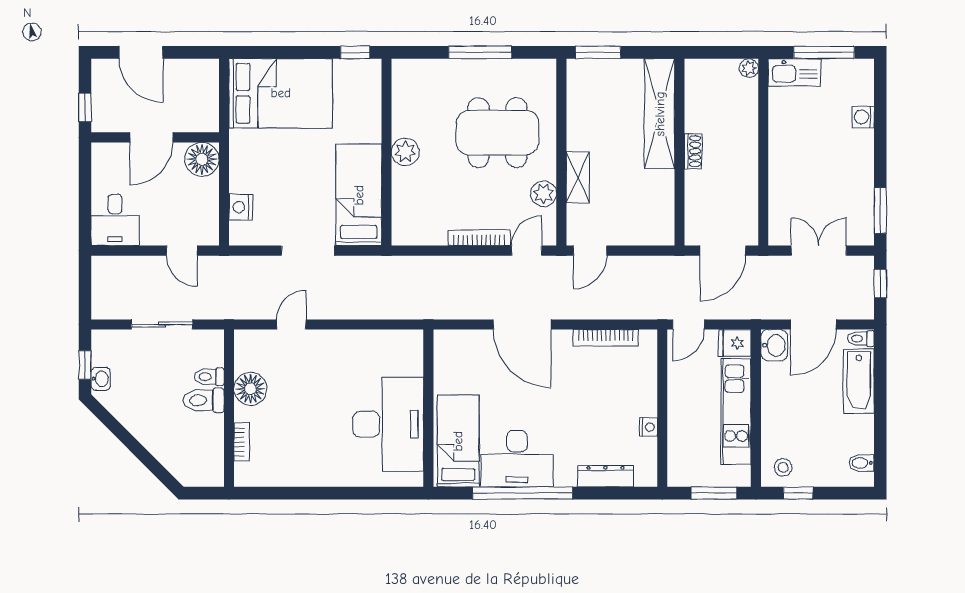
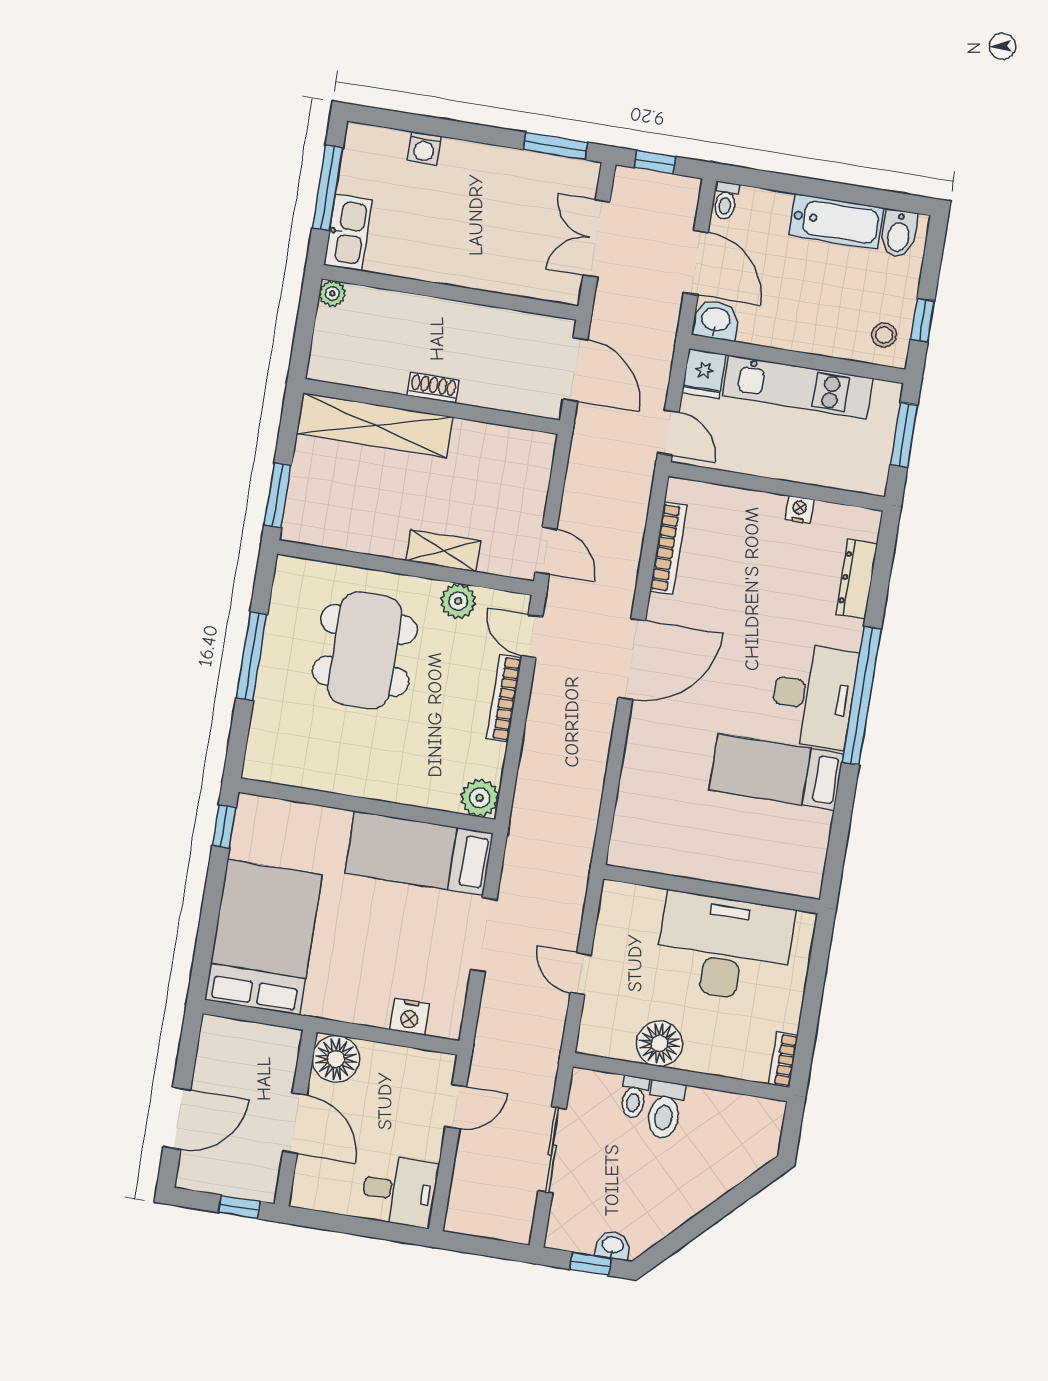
plant: (405, 152) -> (480, 798), moved
bathtub: (859, 381) -> (836, 221), moved
wall: (428, 408) -> (711, 889), moved
desk: (388, 424) -> (724, 947), moved
bookcase: (242, 442) -> (783, 1060), moved, turned -90
bidet: (862, 463) -> (899, 234), width x1.38, depth x1.36

